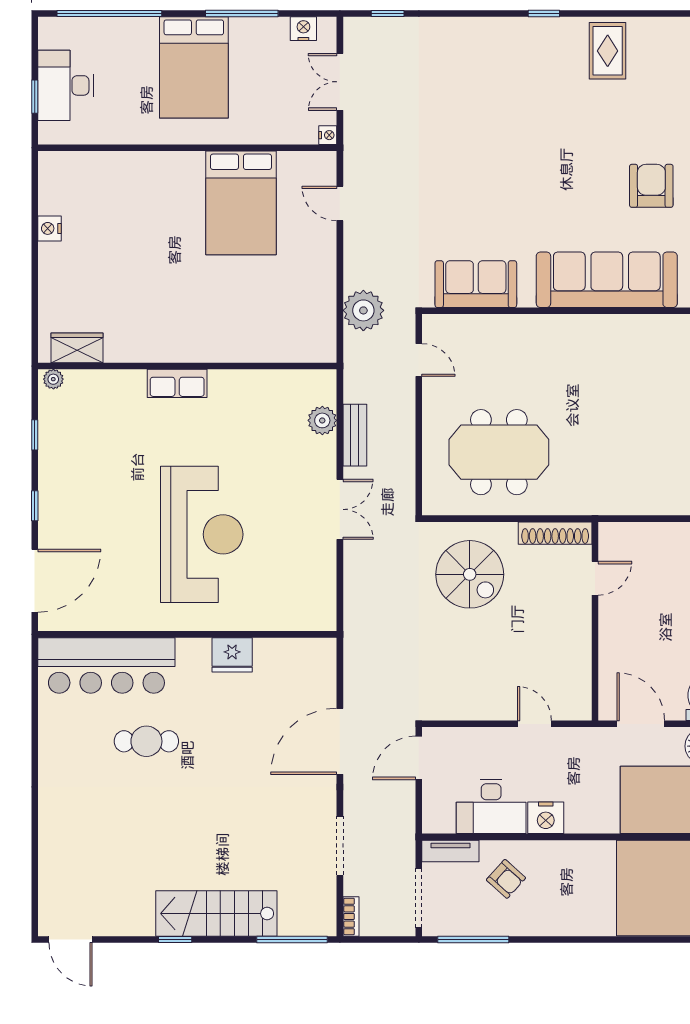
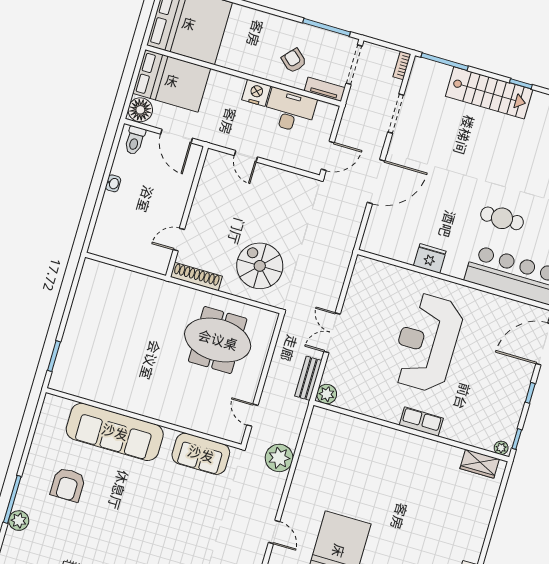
wardrobe: (77, 348) -> (480, 464), moved
wall: (187, 366) -> (411, 431), moved
plant: (53, 379) -> (501, 448), moved
row of seats: (177, 383) -> (421, 422), moved

